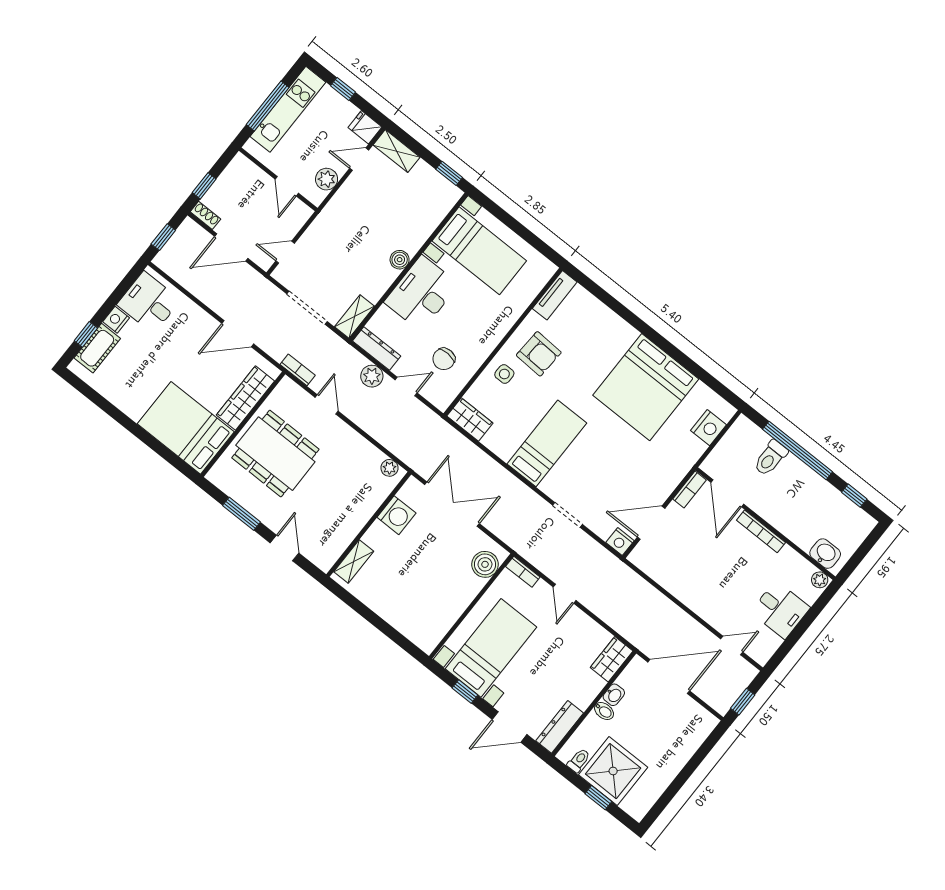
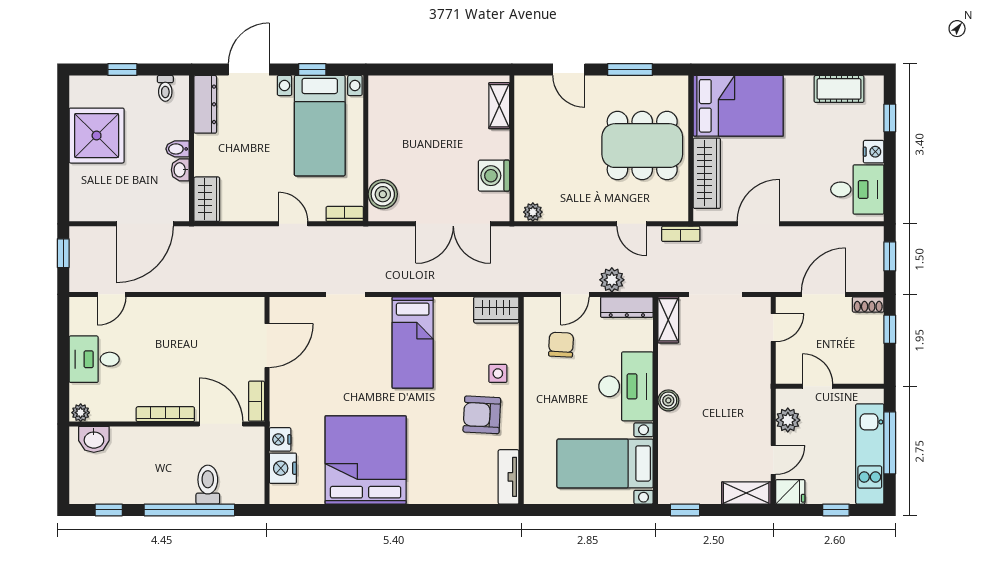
cot: (97, 348) -> (839, 89), moved, turned 90
nightstand: (620, 542) -> (280, 439), moved, turned -90
shower: (613, 771) -> (97, 136), moved

